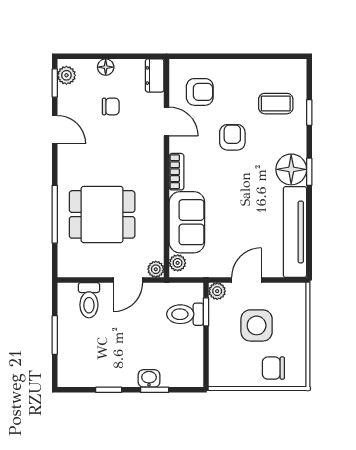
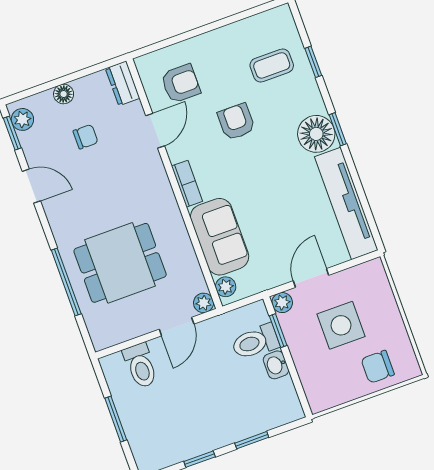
door: (167, 122) -> (155, 131), hinge flipped
washbasin: (149, 378) -> (276, 365), moved, turned -90

